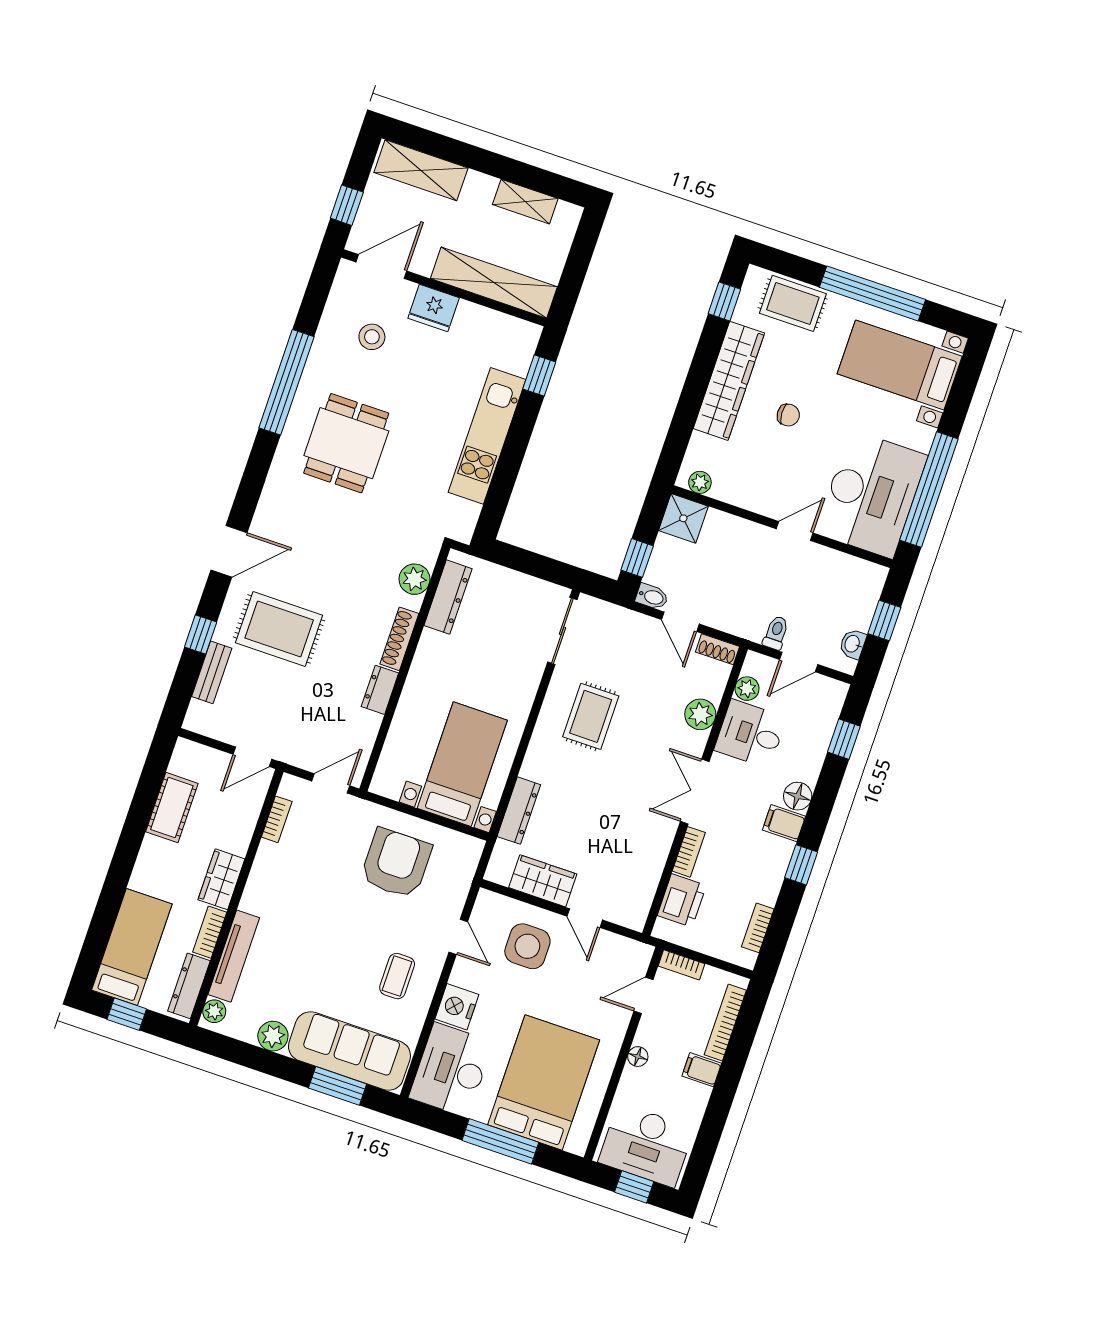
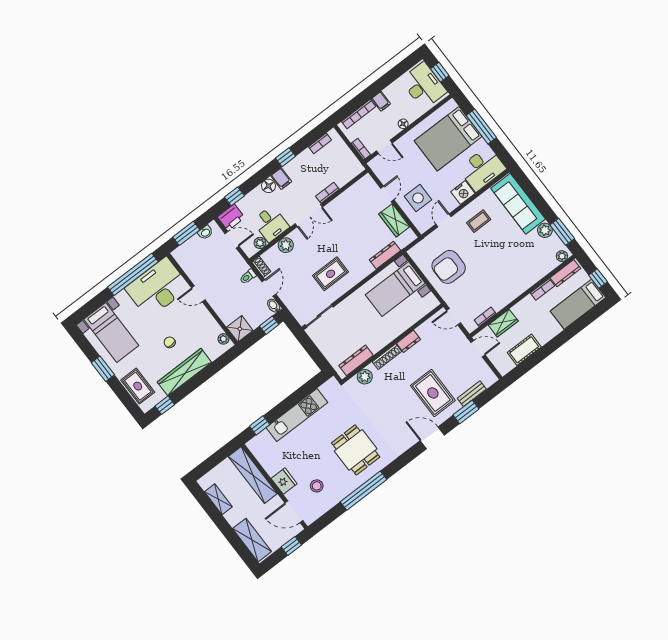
window: (872, 293) -> (103, 369), width x0.47
dining table: (346, 443) -> (356, 450), turned 90
window: (884, 621) -> (186, 233), width x1.50
toilet: (776, 633) -> (248, 277), moved
window: (201, 634) -> (466, 412), width x1.50
wardrobe: (221, 879) -> (503, 323), moved
printer: (682, 900) -> (231, 217), moved, turned 180
tv unit: (234, 956) -> (539, 273), removed
window: (338, 1086) -> (562, 232), moved

